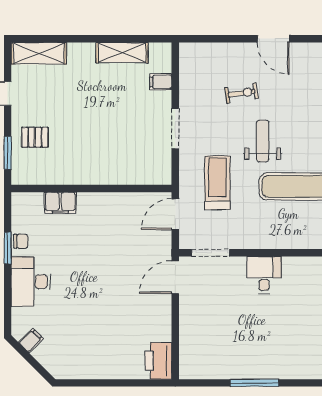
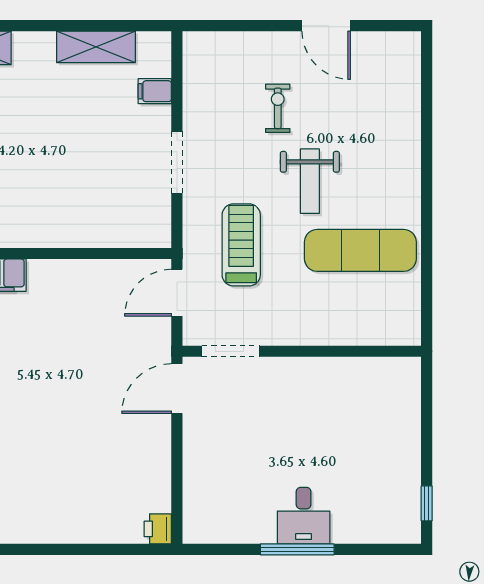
exercise bike: (242, 93) -> (278, 108), turned -81
weight bench: (263, 141) -> (310, 181), turned 180
desk: (264, 275) -> (304, 516), moved, turned 180
printer: (158, 361) -> (158, 529), width x0.53, depth x0.68

